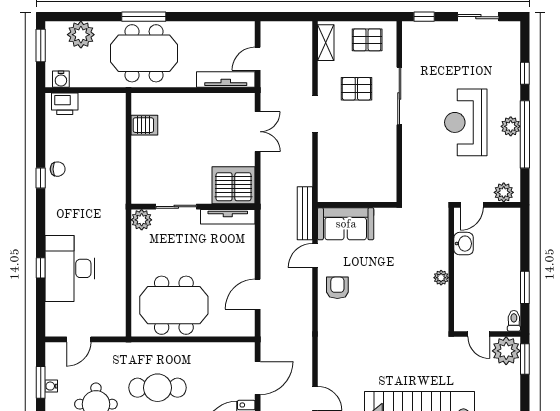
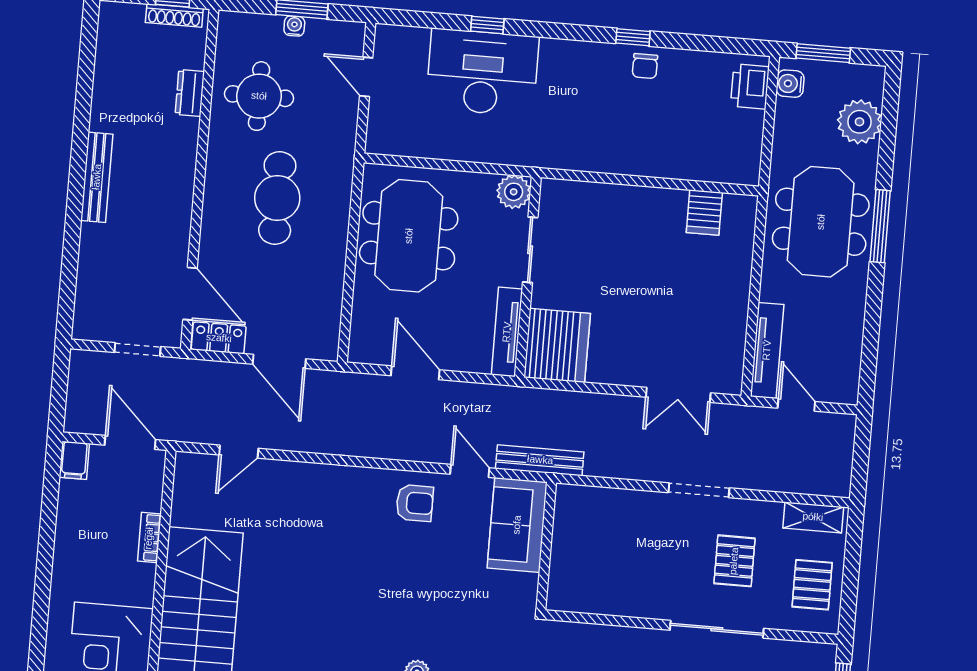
window: (41, 45) -> (823, 53), moved
server rack: (233, 185) -> (557, 345), moved
sliding door: (176, 207) -> (530, 250), moved
wall: (193, 207) -> (528, 277), moved
tv unit: (228, 217) -> (507, 332), moved
plant: (142, 220) -> (514, 192), moved

